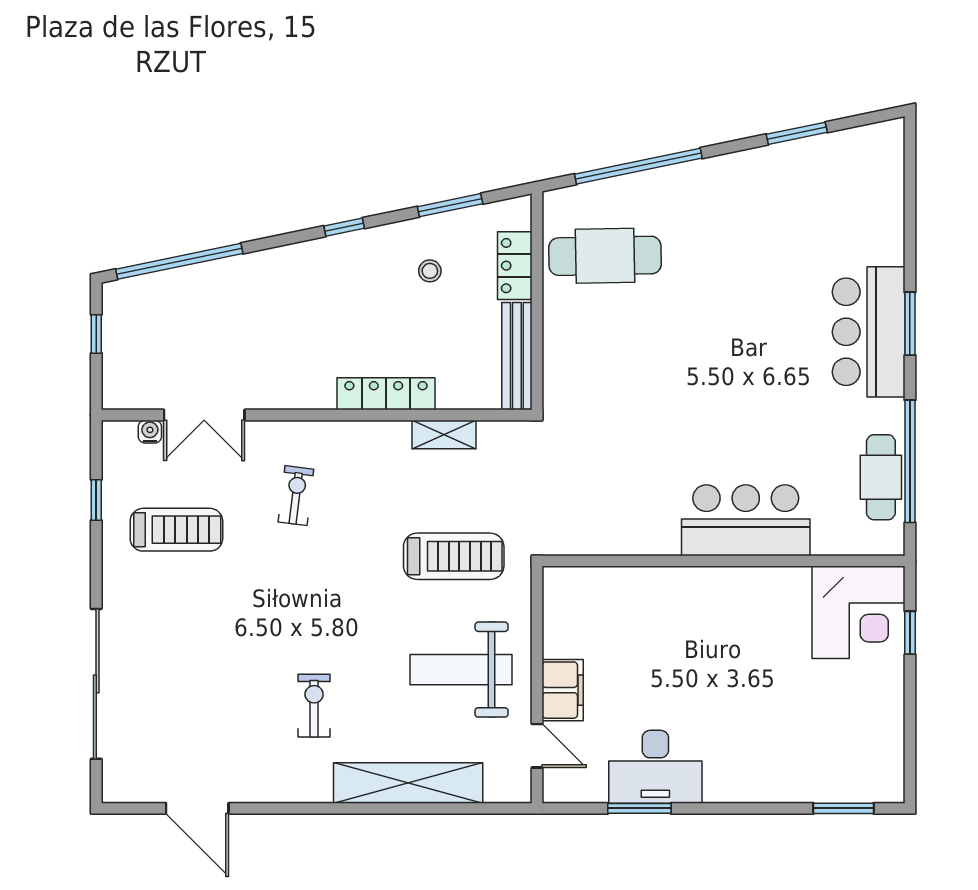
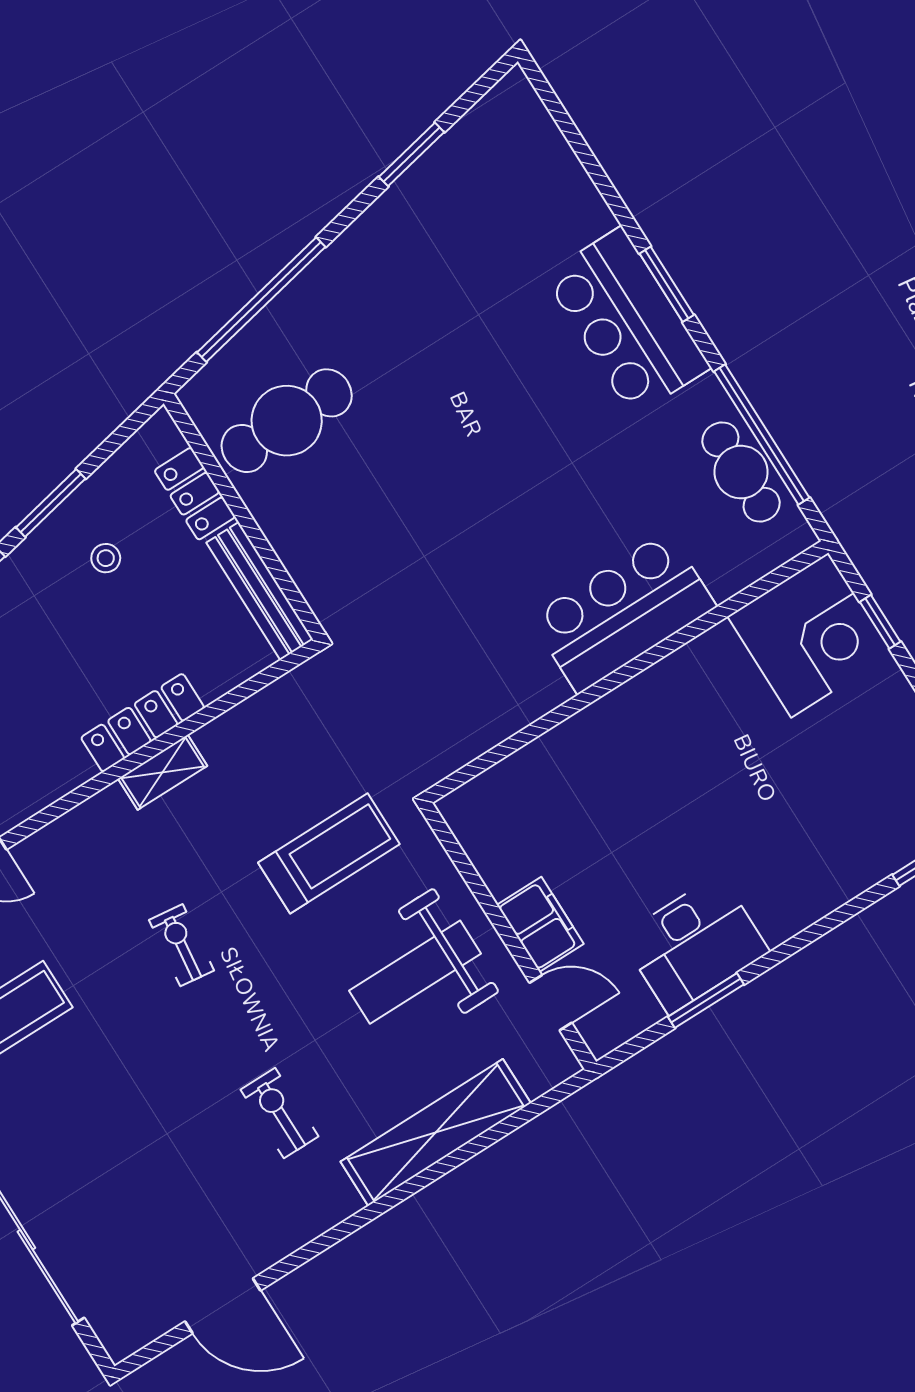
window: (450, 205) -> (51, 503), moved
shelving: (444, 434) -> (163, 772), moved
exercise bike: (296, 496) -> (182, 945), moved

